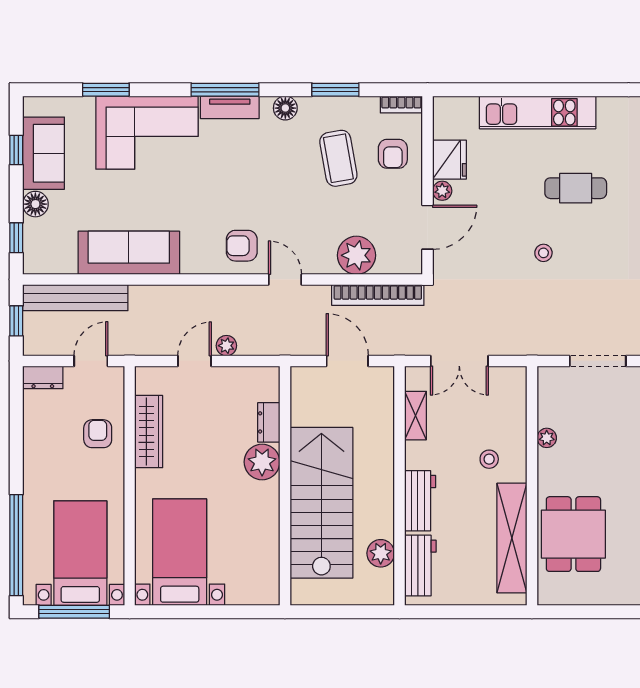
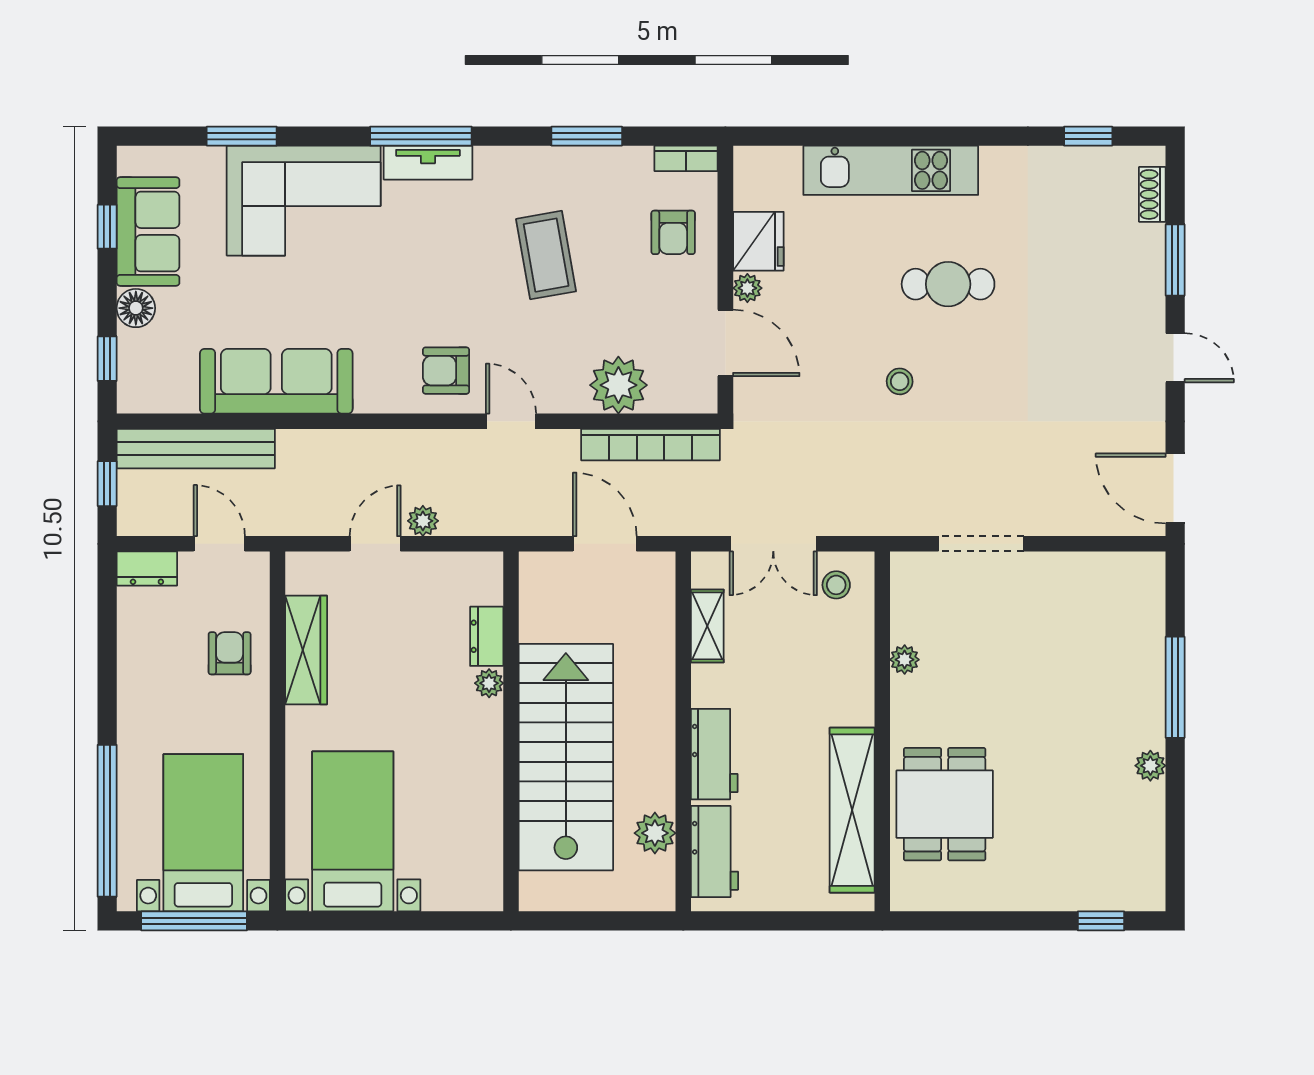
floor lamp: (285, 108) -> (512, 164), removed
coffee table: (338, 158) -> (546, 255), moved
door: (428, 227) -> (725, 343), hinge flipped
door: (91, 361) -> (219, 544), hinge flipped
stool: (489, 459) -> (836, 585), moved
plant: (262, 462) -> (489, 683), width x0.53, depth x0.53

